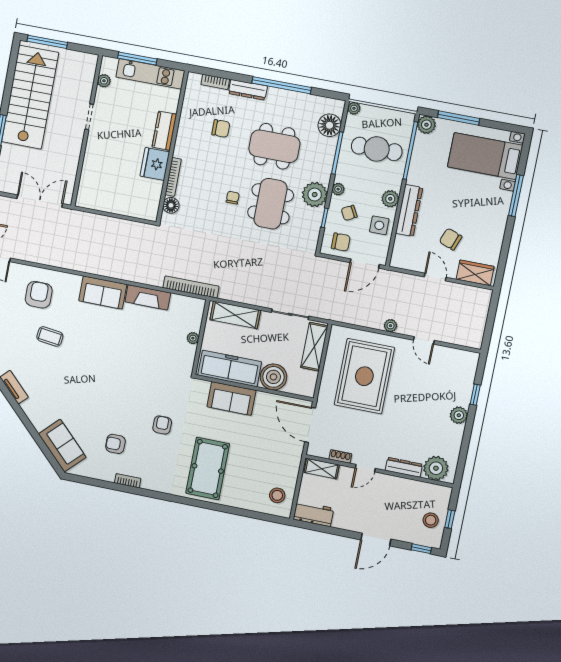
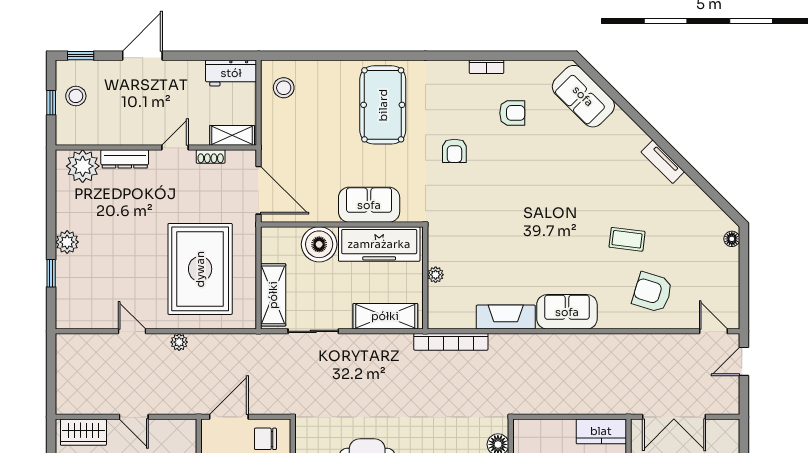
kitchen counter: (94, 201) -> (601, 431), added
armchair: (39, 295) -> (652, 292), turned 107

